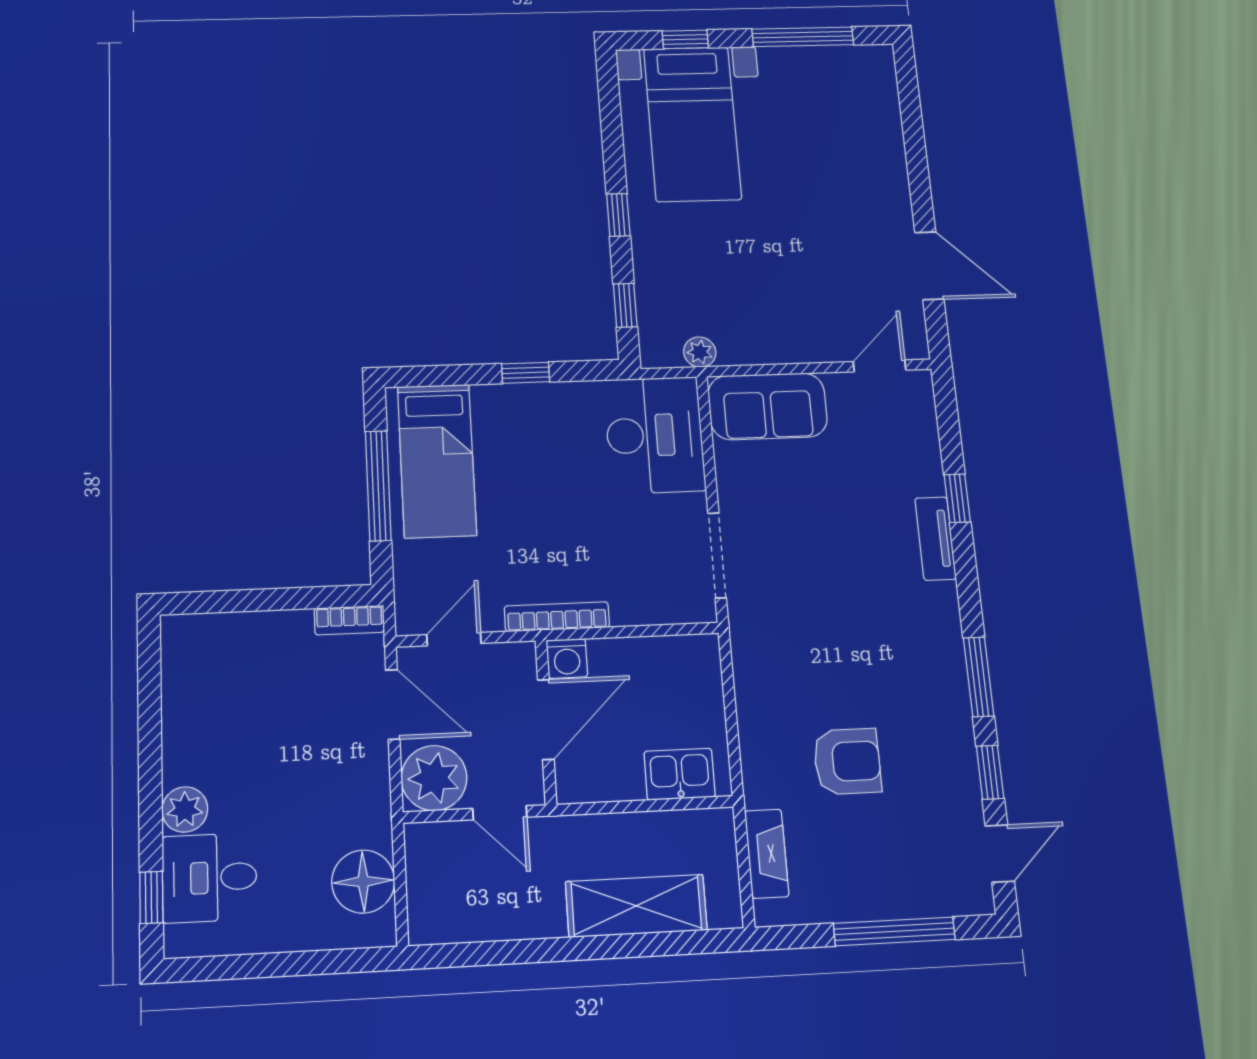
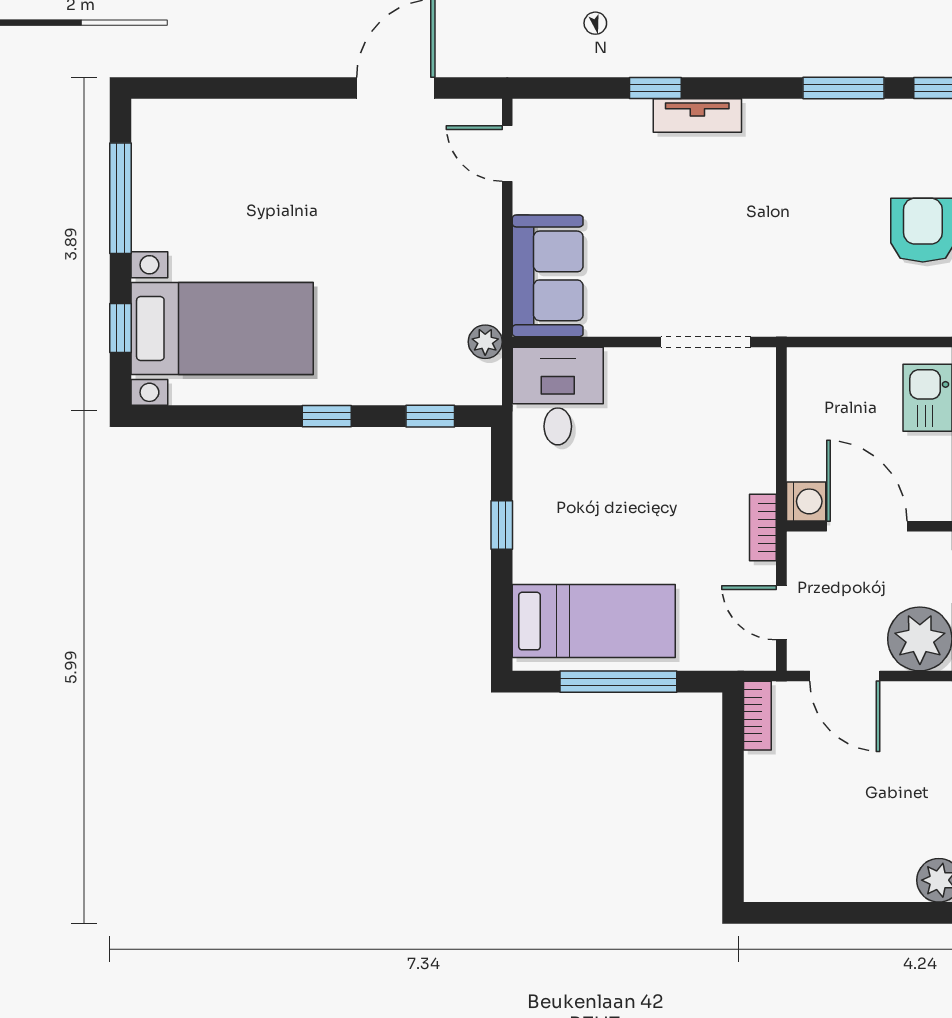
desk: (655, 435) -> (558, 396), width x0.73
bookcase: (557, 617) -> (763, 528), width x0.64
door: (393, 704) -> (845, 676), swing flipped

